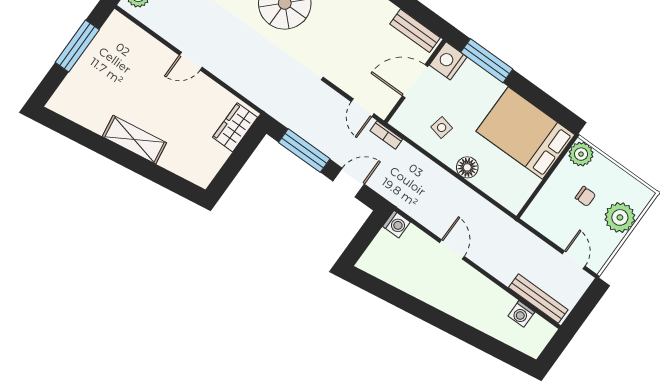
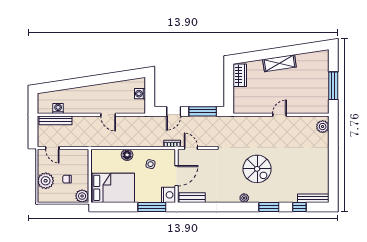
wardrobe: (235, 127) -> (240, 75), moved
washing machine: (396, 224) -> (140, 94), moved

